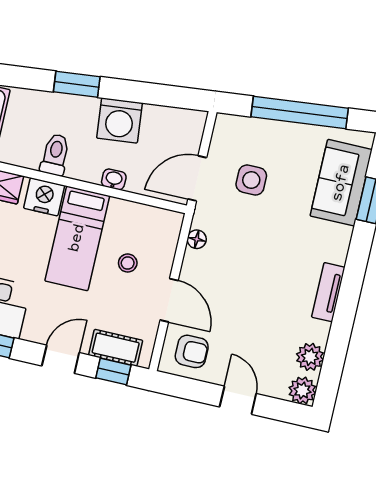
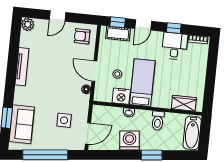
door: (197, 178) -> (88, 134), moved
nightstand: (44, 197) -> (121, 96), moved
tv unit: (328, 292) -> (22, 67), width x1.41
door: (169, 300) -> (94, 71), moved
plant: (310, 357) -> (26, 41), removed
door: (238, 400) -> (57, 16), hinge flipped

